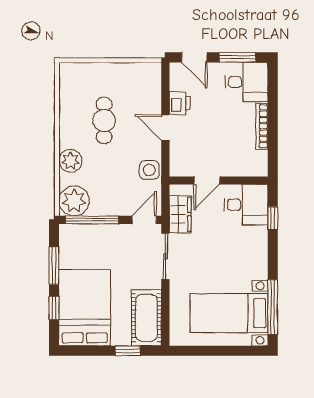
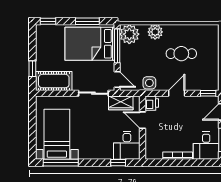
window: (165, 79) -> (208, 93), added
printer: (180, 103) -> (152, 103), moved, turned -90
window: (54, 308) -> (48, 21), moved
bed: (85, 308) -> (90, 44), moved, turned 180

